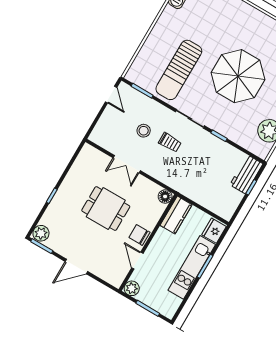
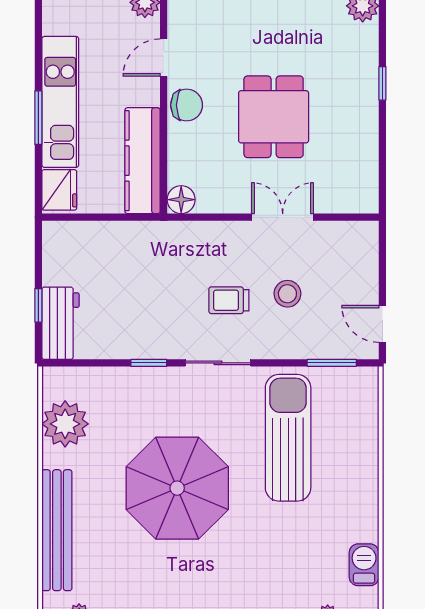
dining table: (106, 209) -> (274, 117), turned 90
kitchen counter: (176, 215) -> (143, 161), width x1.50
door: (137, 261) -> (164, 58), swing flipped

